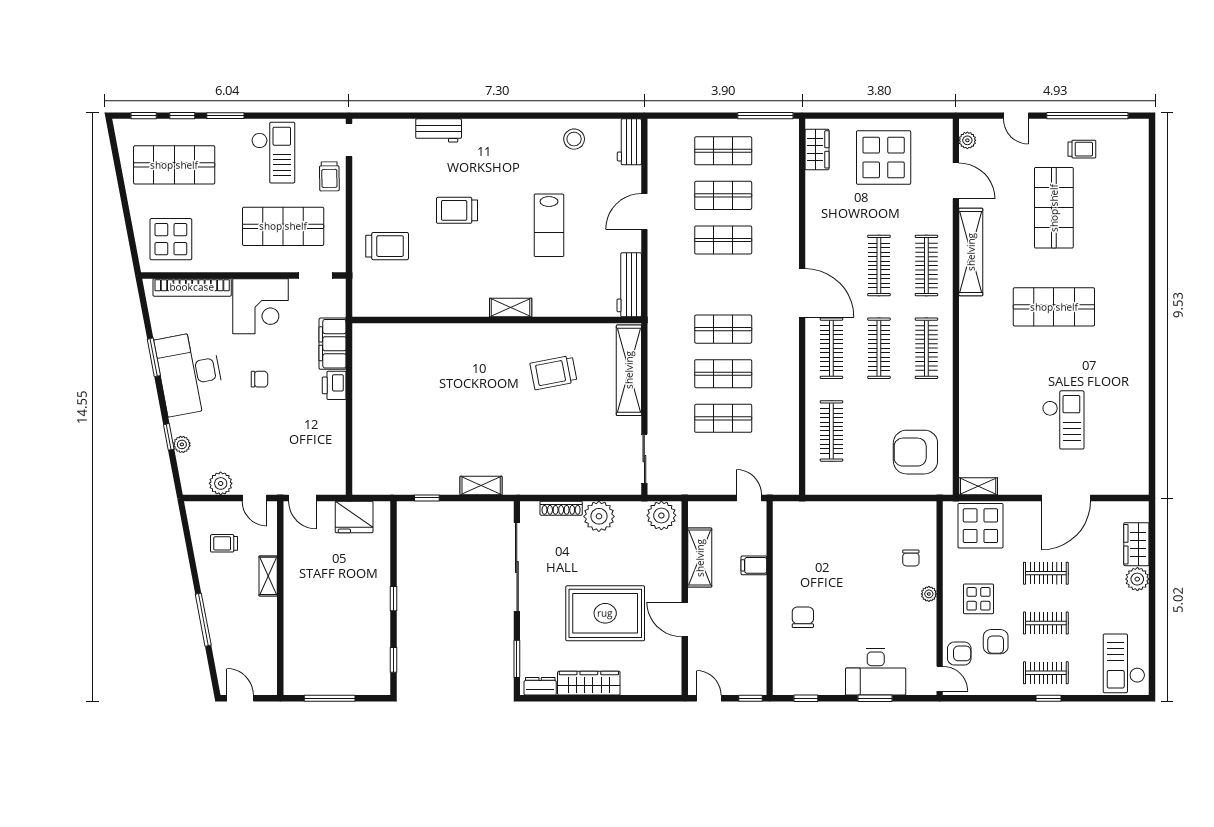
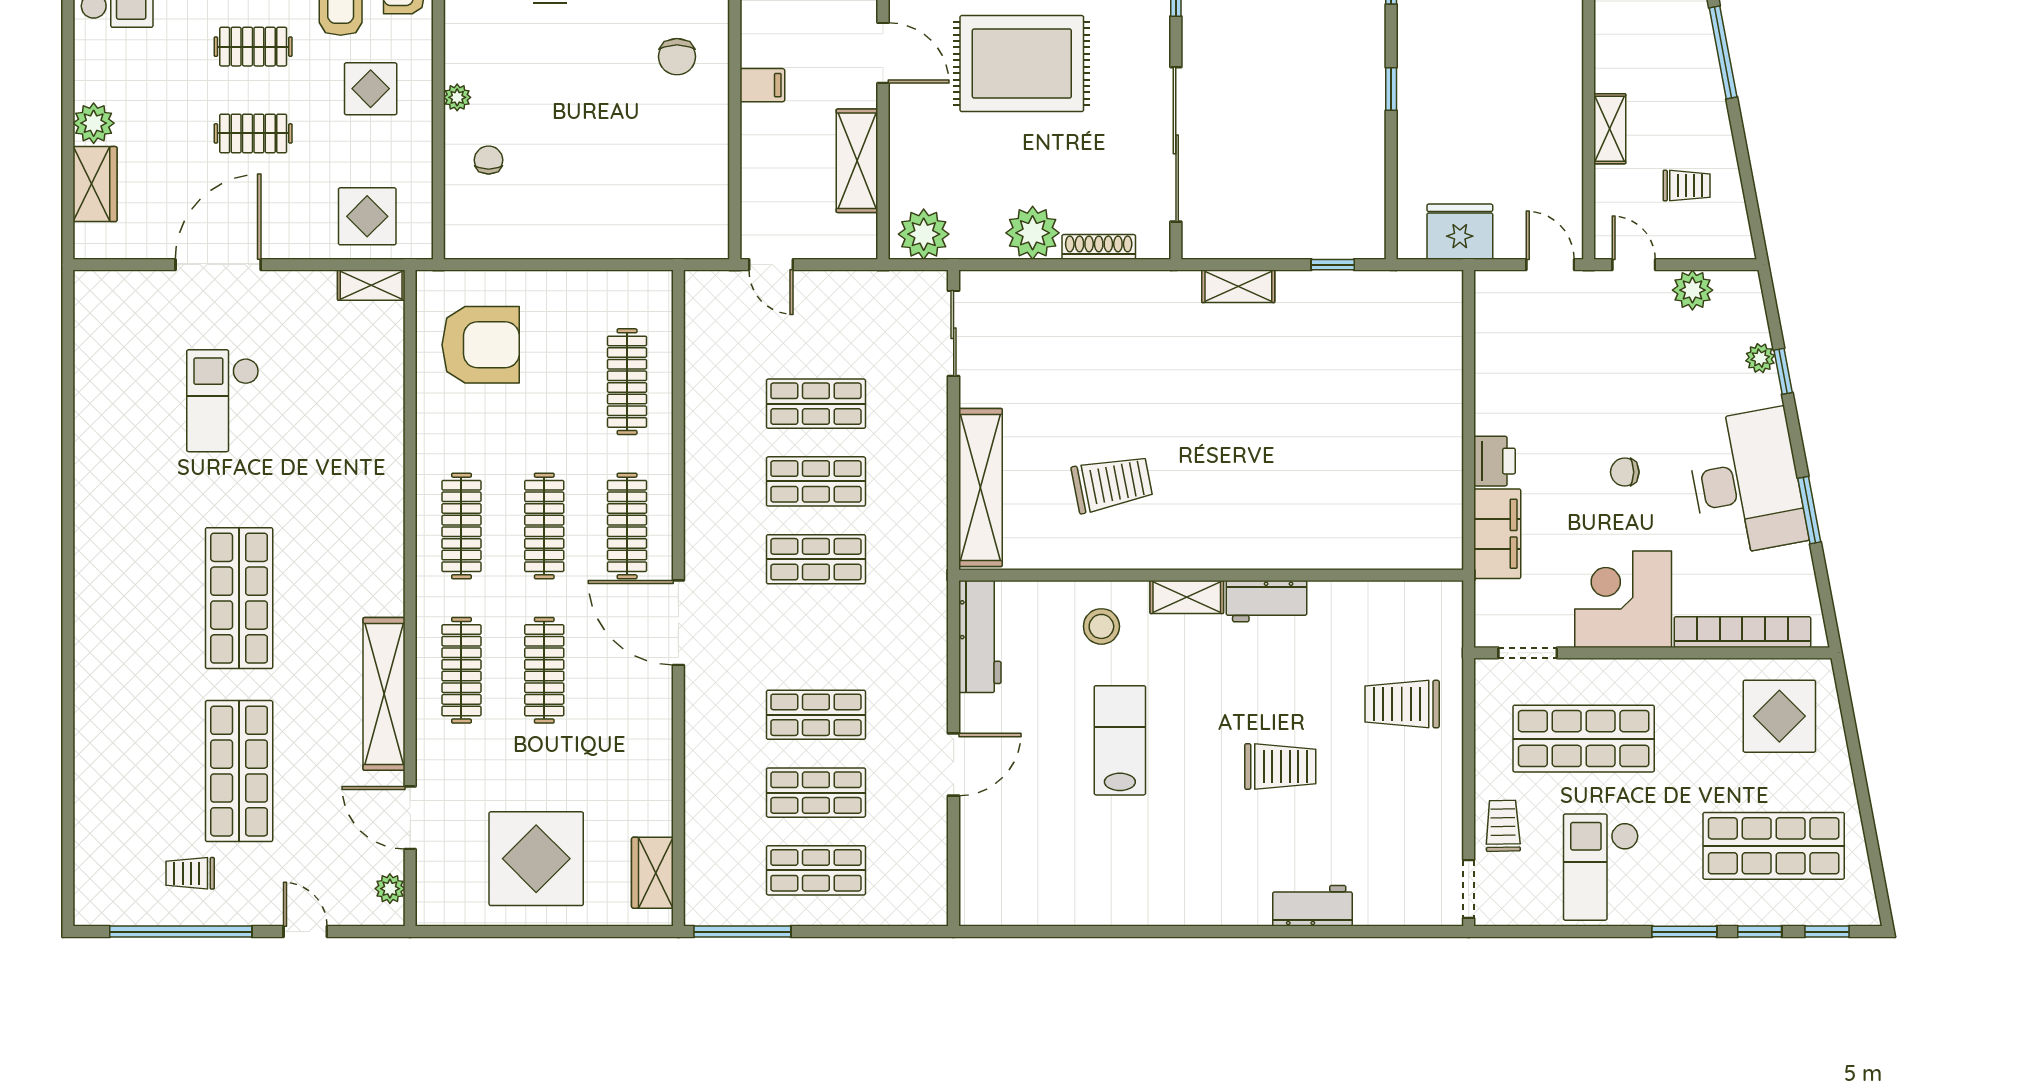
stool: (574, 139) -> (1101, 626), moved
workbench: (629, 142) -> (1267, 601), moved, turned 90
shop shelf: (1054, 307) -> (239, 598), turned 90
display table: (980, 526) -> (367, 216), width x0.73, depth x0.73
filing cabinet: (754, 565) -> (762, 85), moved

